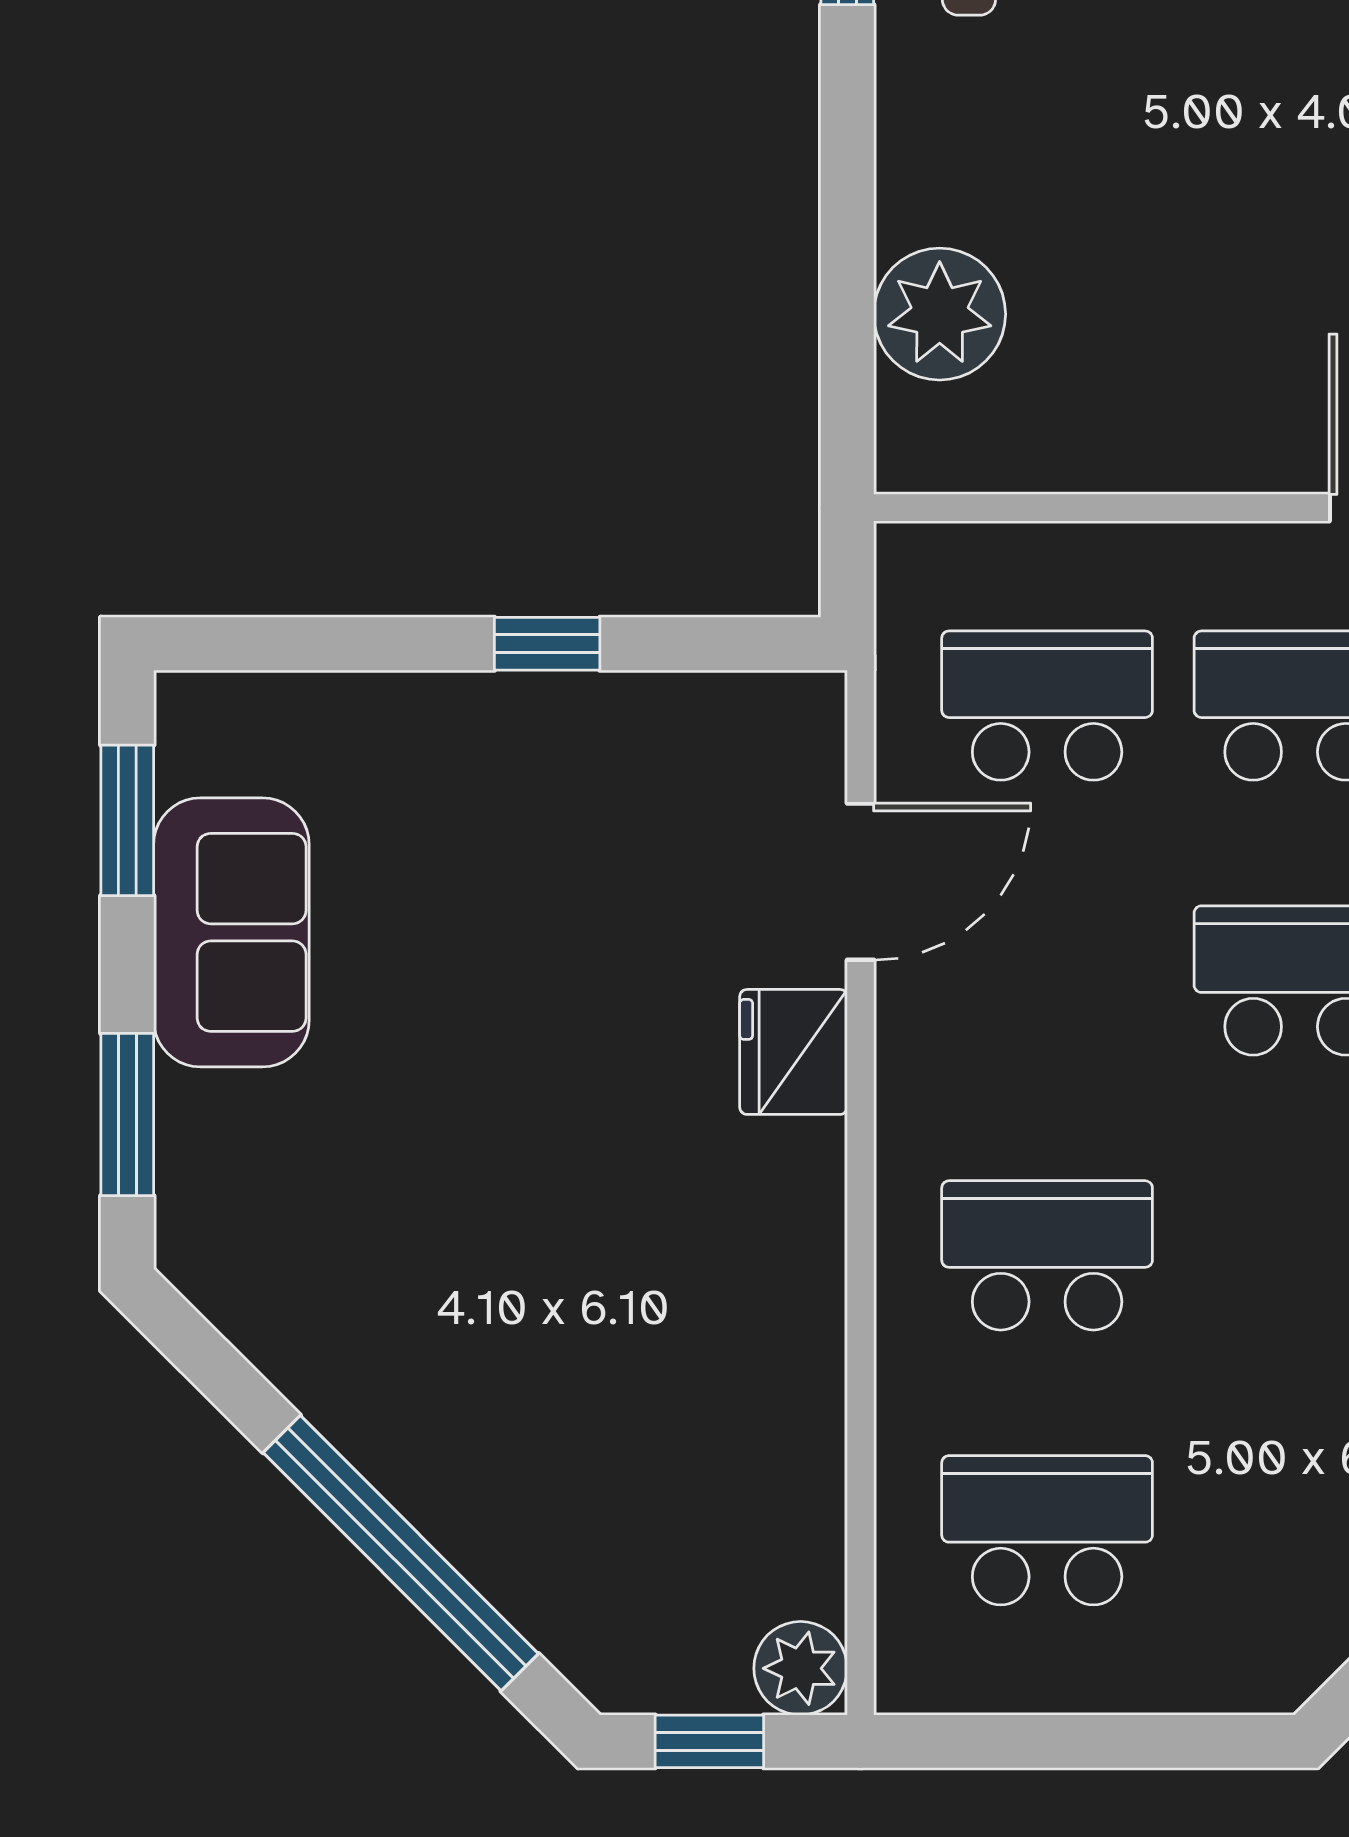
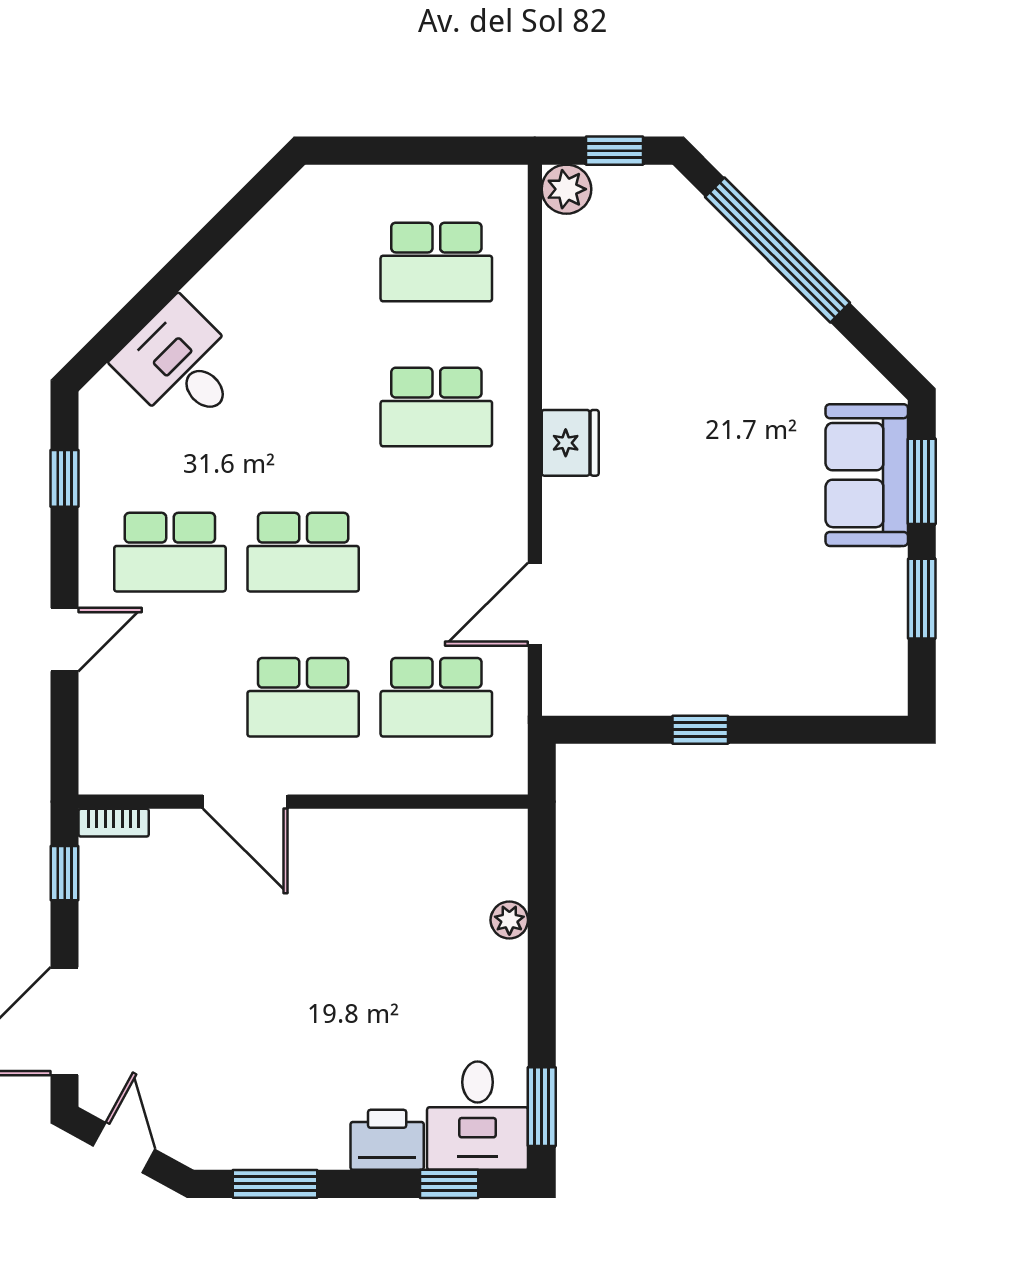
plant: (940, 314) -> (509, 920), width x0.53, depth x0.53
window: (127, 820) -> (922, 599), moved
sofa: (231, 932) -> (867, 475), moved
fridge: (793, 1052) -> (570, 443), moved

